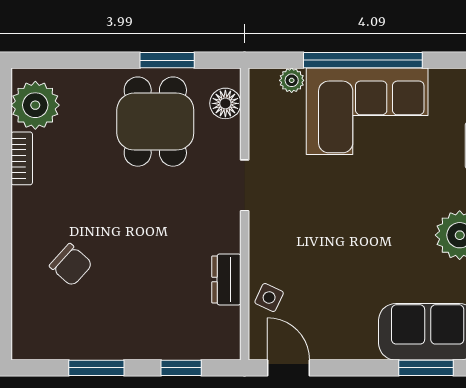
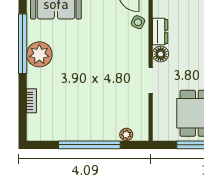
floor lamp: (225, 103) -> (161, 54), moved
corner sofa: (367, 111) -> (87, 118), removed

